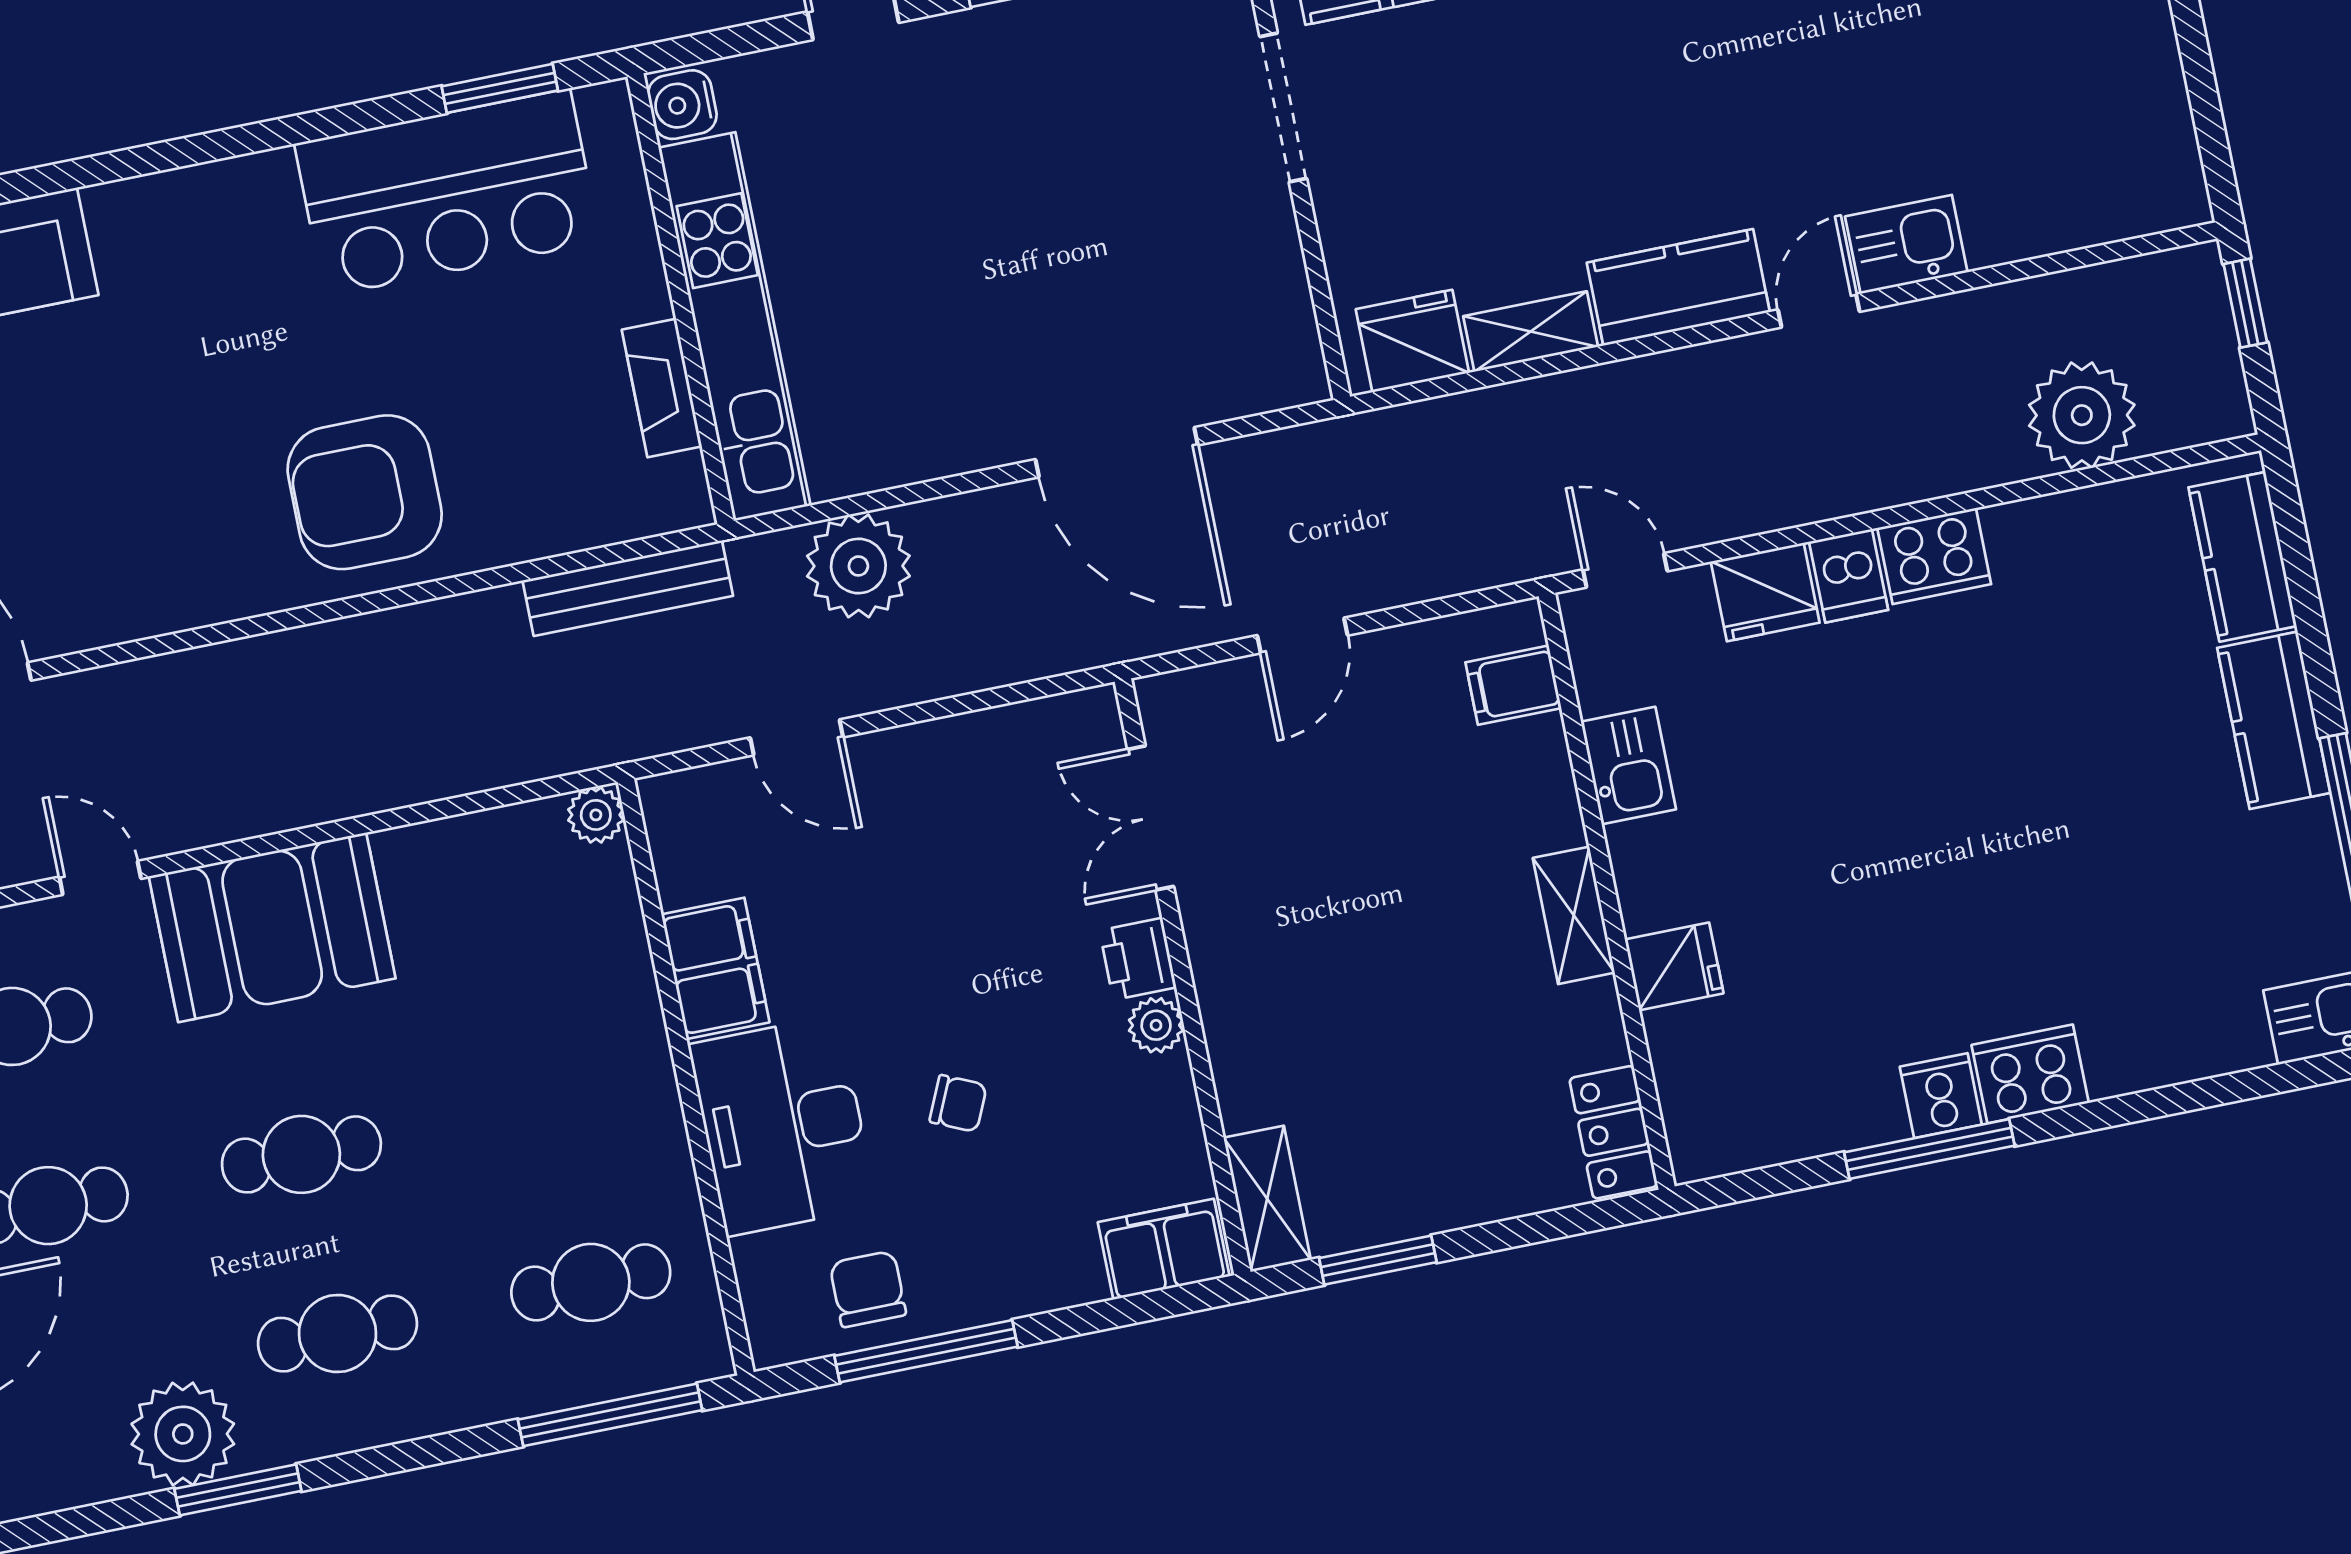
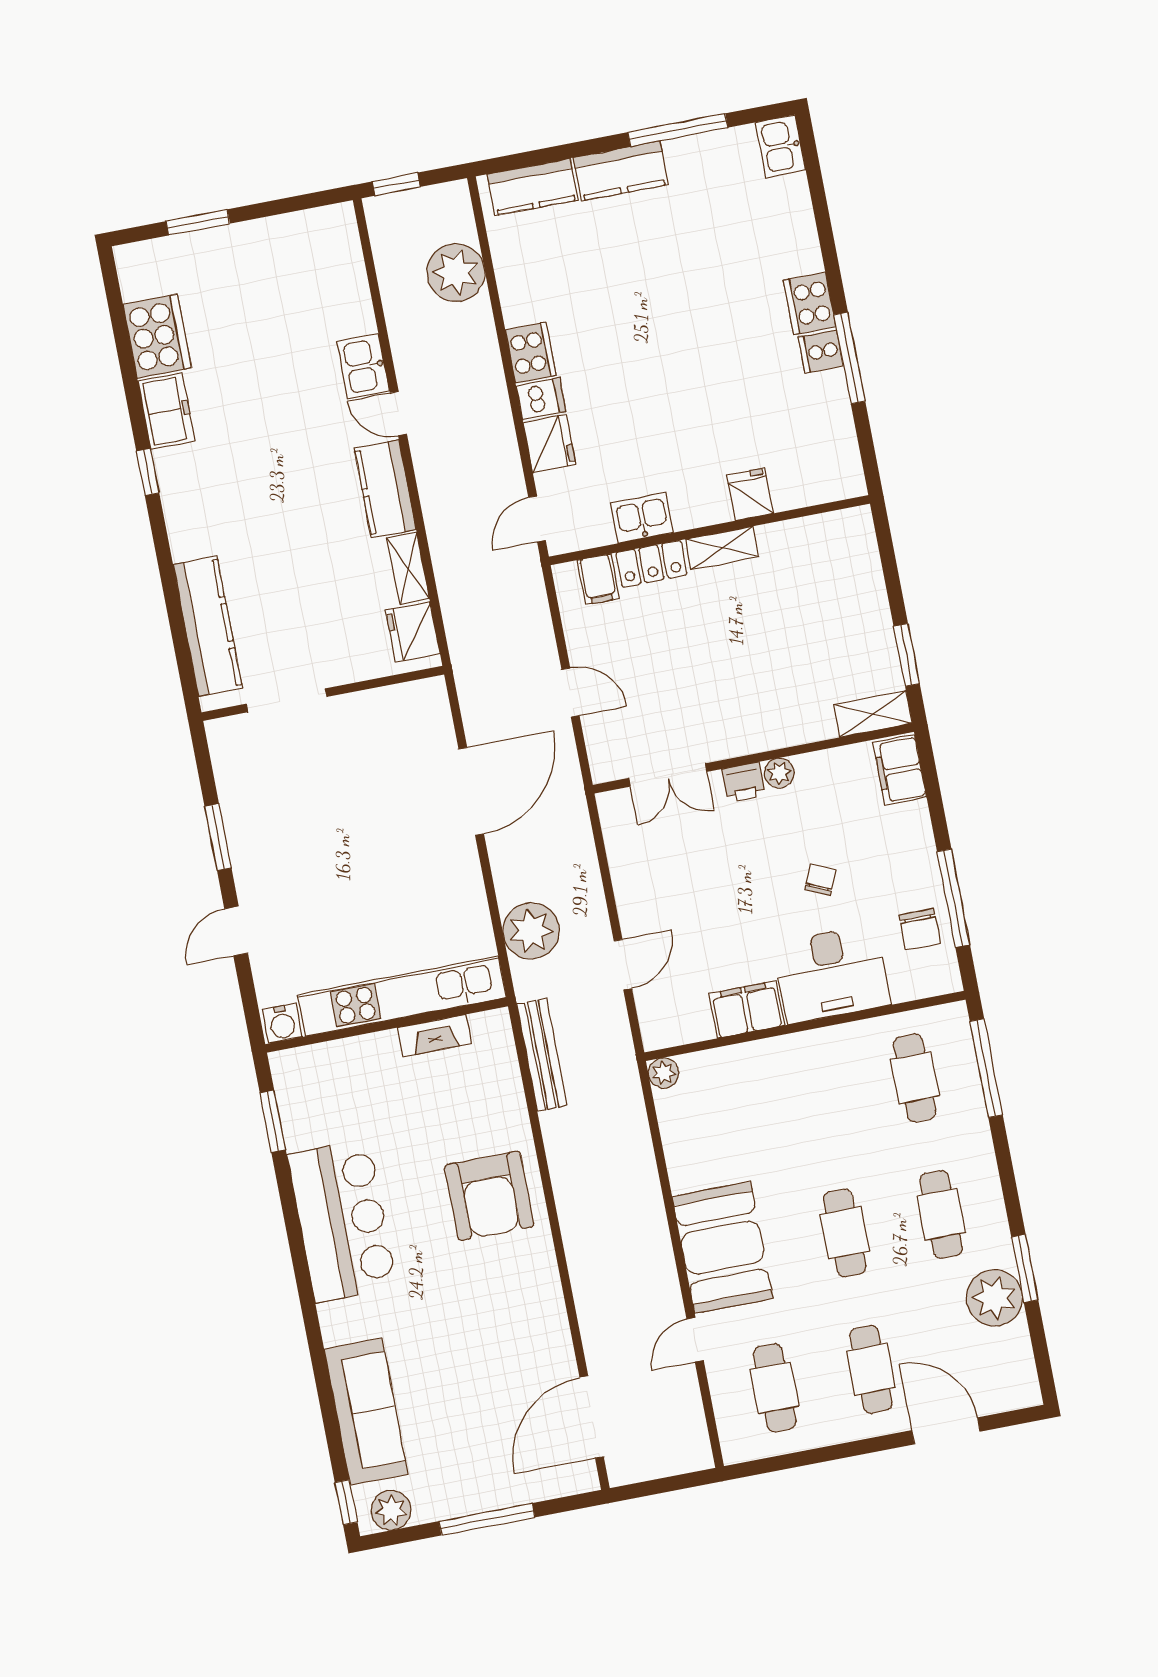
bar counter: (447, 193) -> (342, 1221), moved
locker: (1613, 1132) -> (651, 564), moved
chair: (868, 1289) -> (920, 929), turned -90

